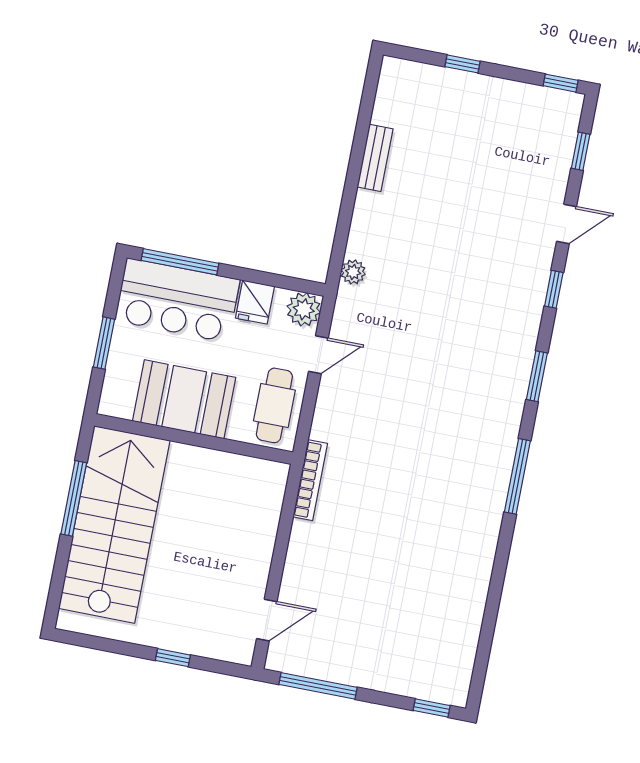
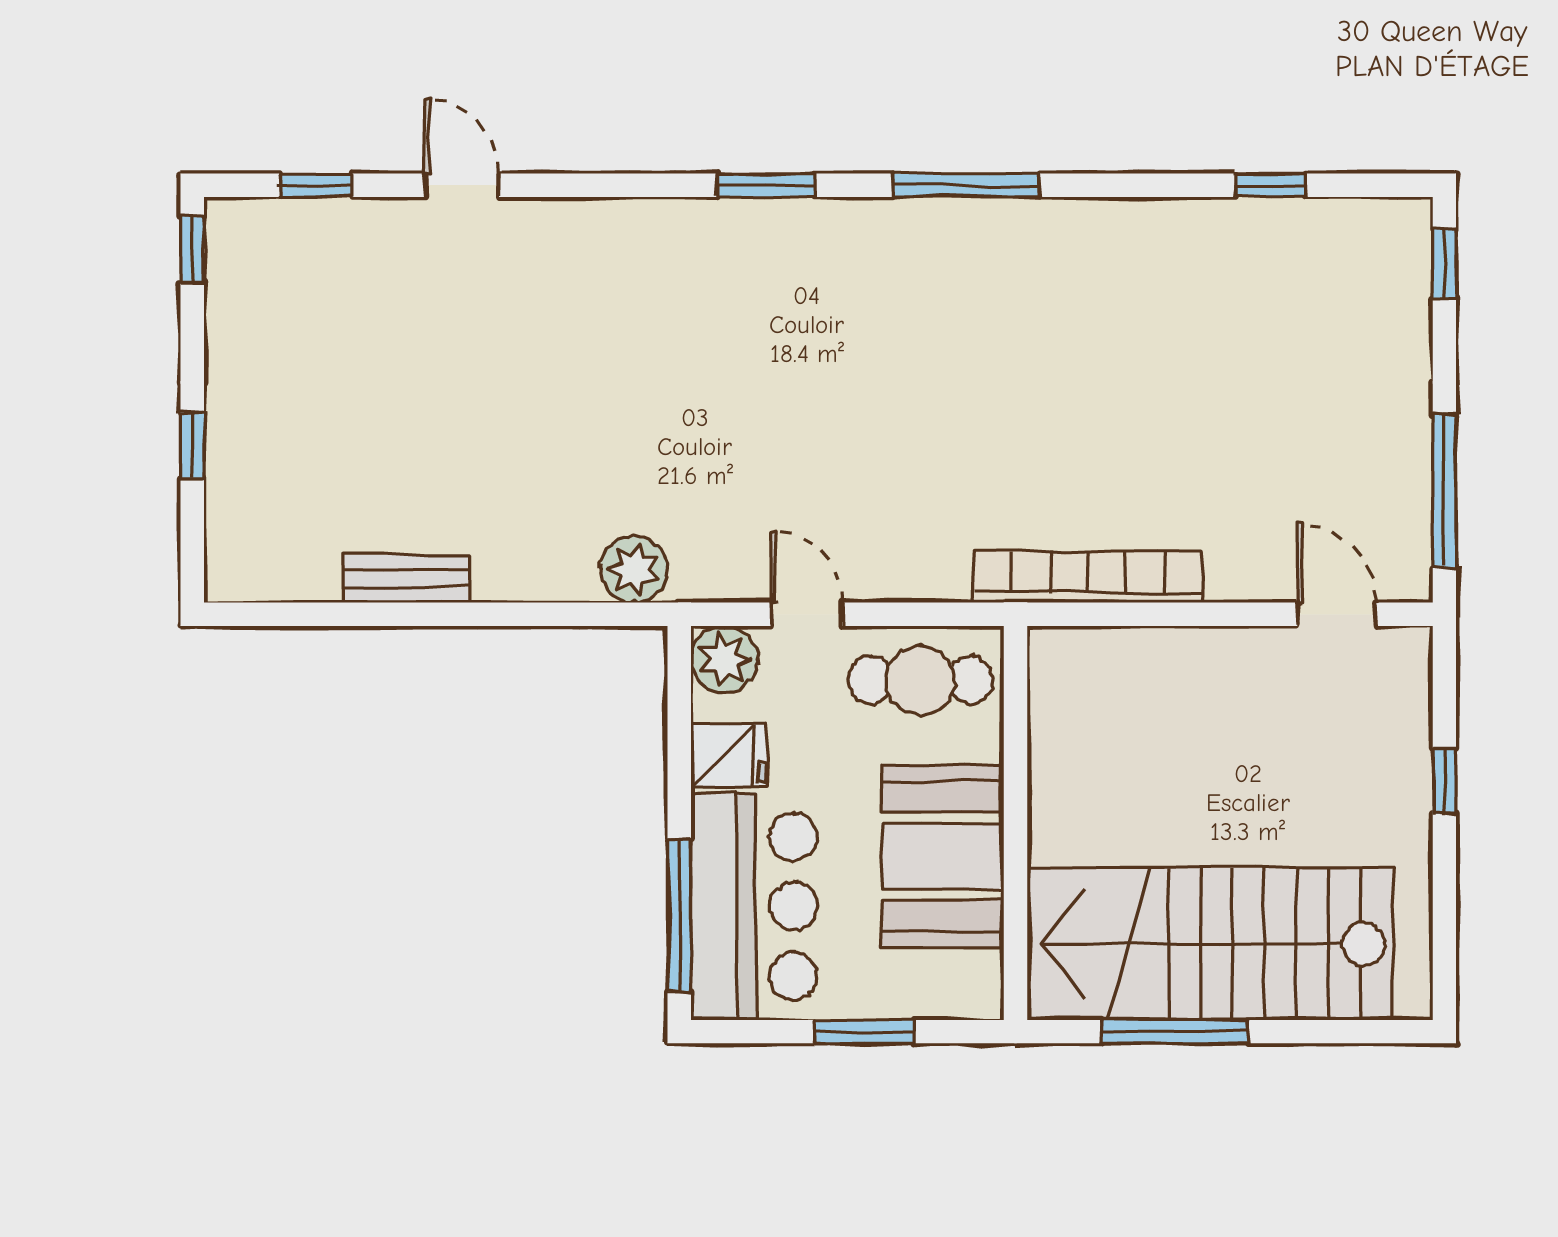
plant: (353, 272) -> (634, 569), width x1.38, depth x1.38
window: (554, 289) -> (1271, 185), moved
bookcase: (310, 480) -> (1088, 577), width x1.48, depth x1.31

